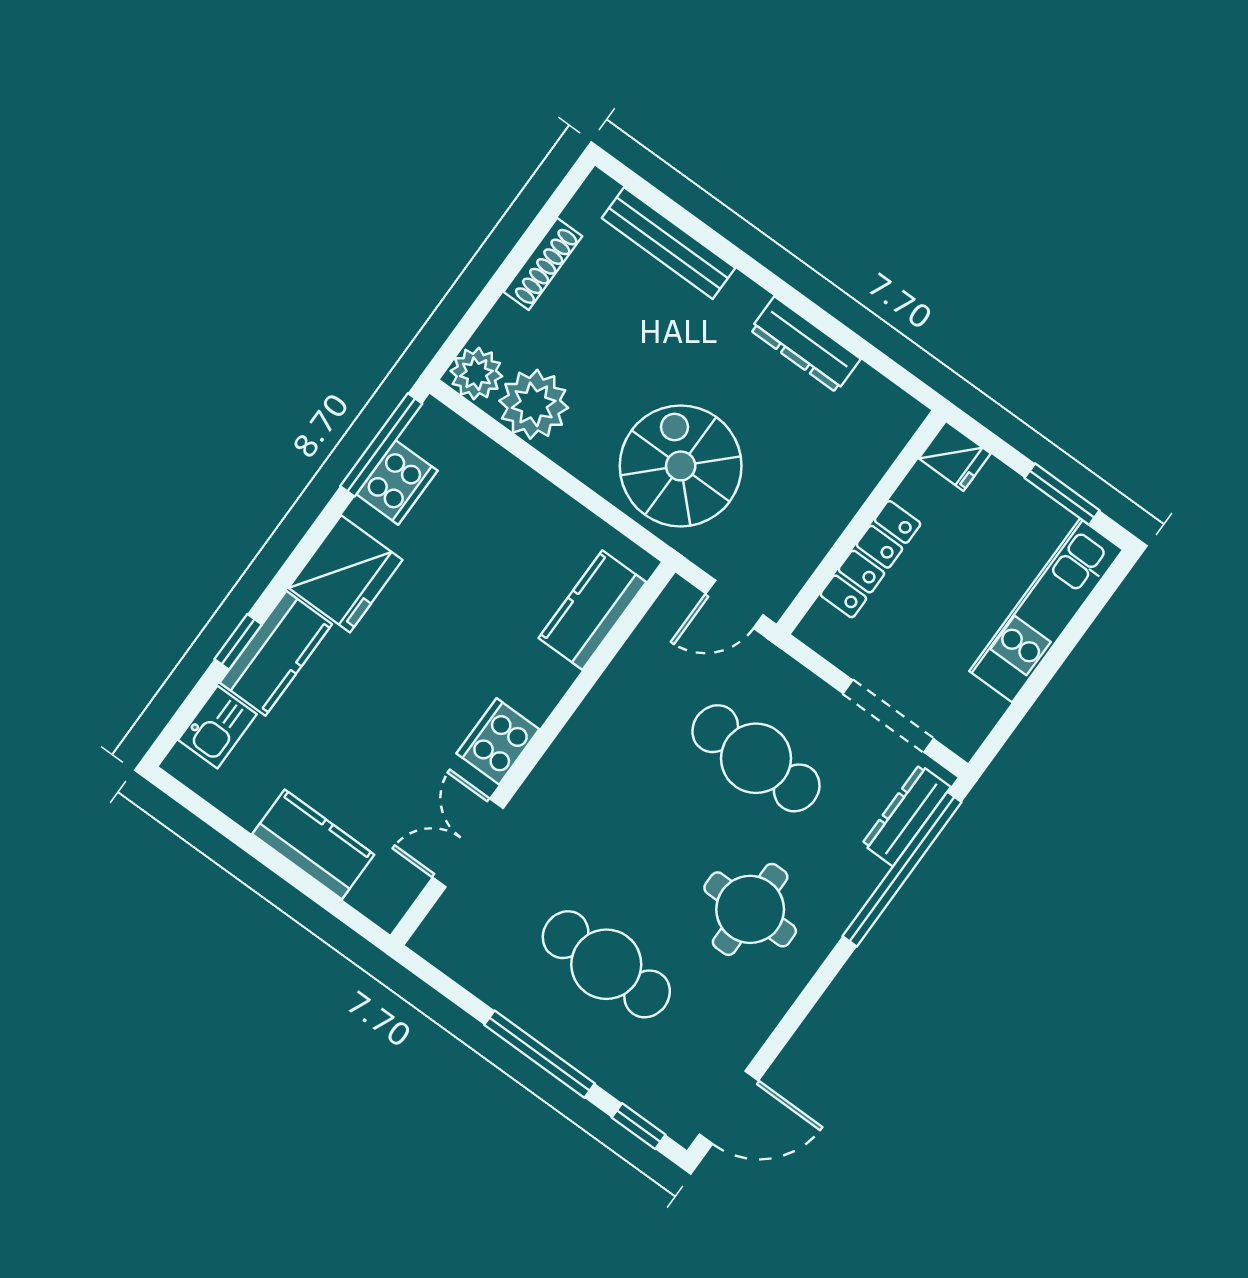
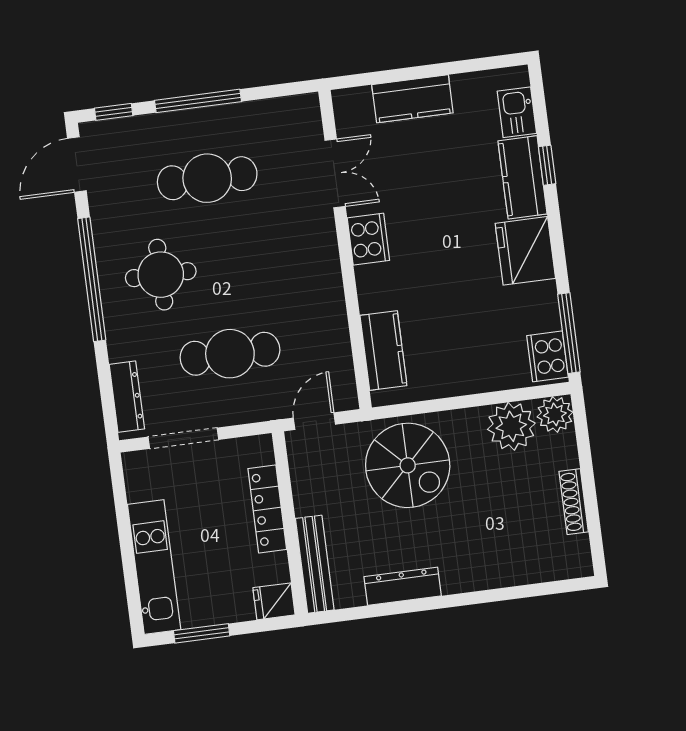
bench: (668, 243) -> (315, 564), moved, turned 90
cooker: (397, 483) -> (548, 356), moved
window: (902, 869) -> (92, 279), moved

